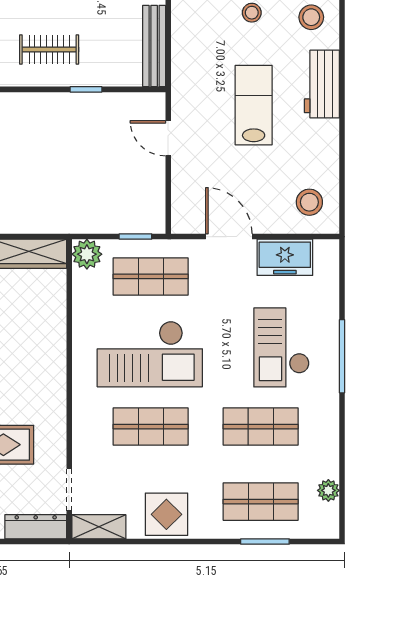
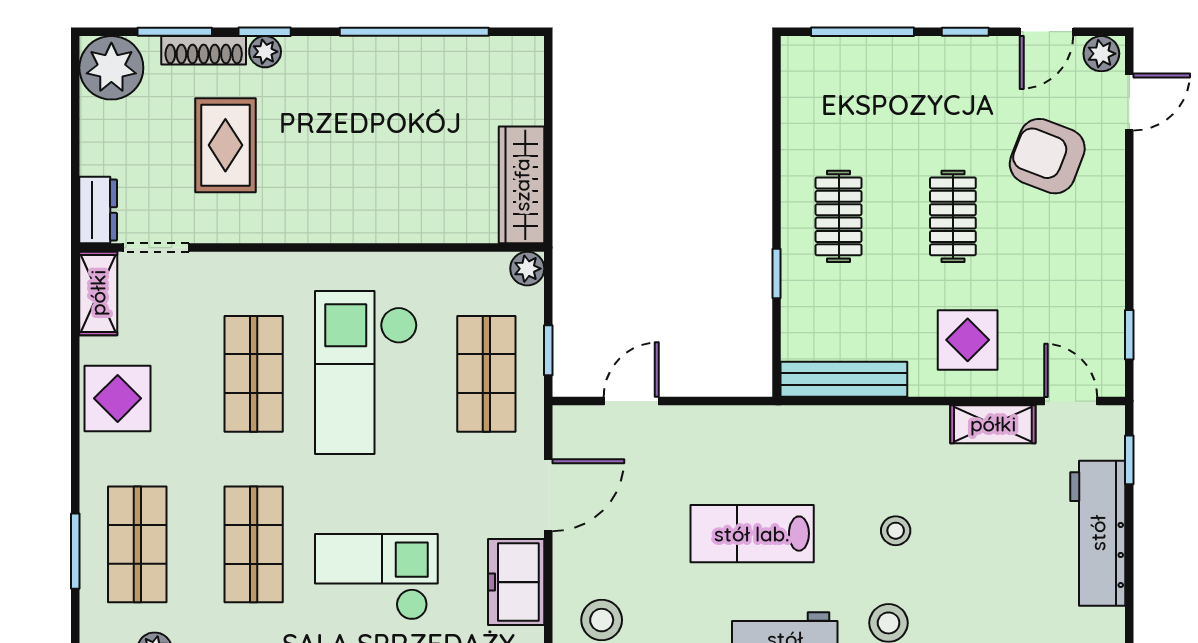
lab bench: (254, 105) -> (752, 534), turned 180
door: (168, 138) -> (631, 401), moved
plant: (87, 254) -> (527, 269), width x0.73, depth x0.73
dresser: (36, 527) -> (98, 210), width x0.70

